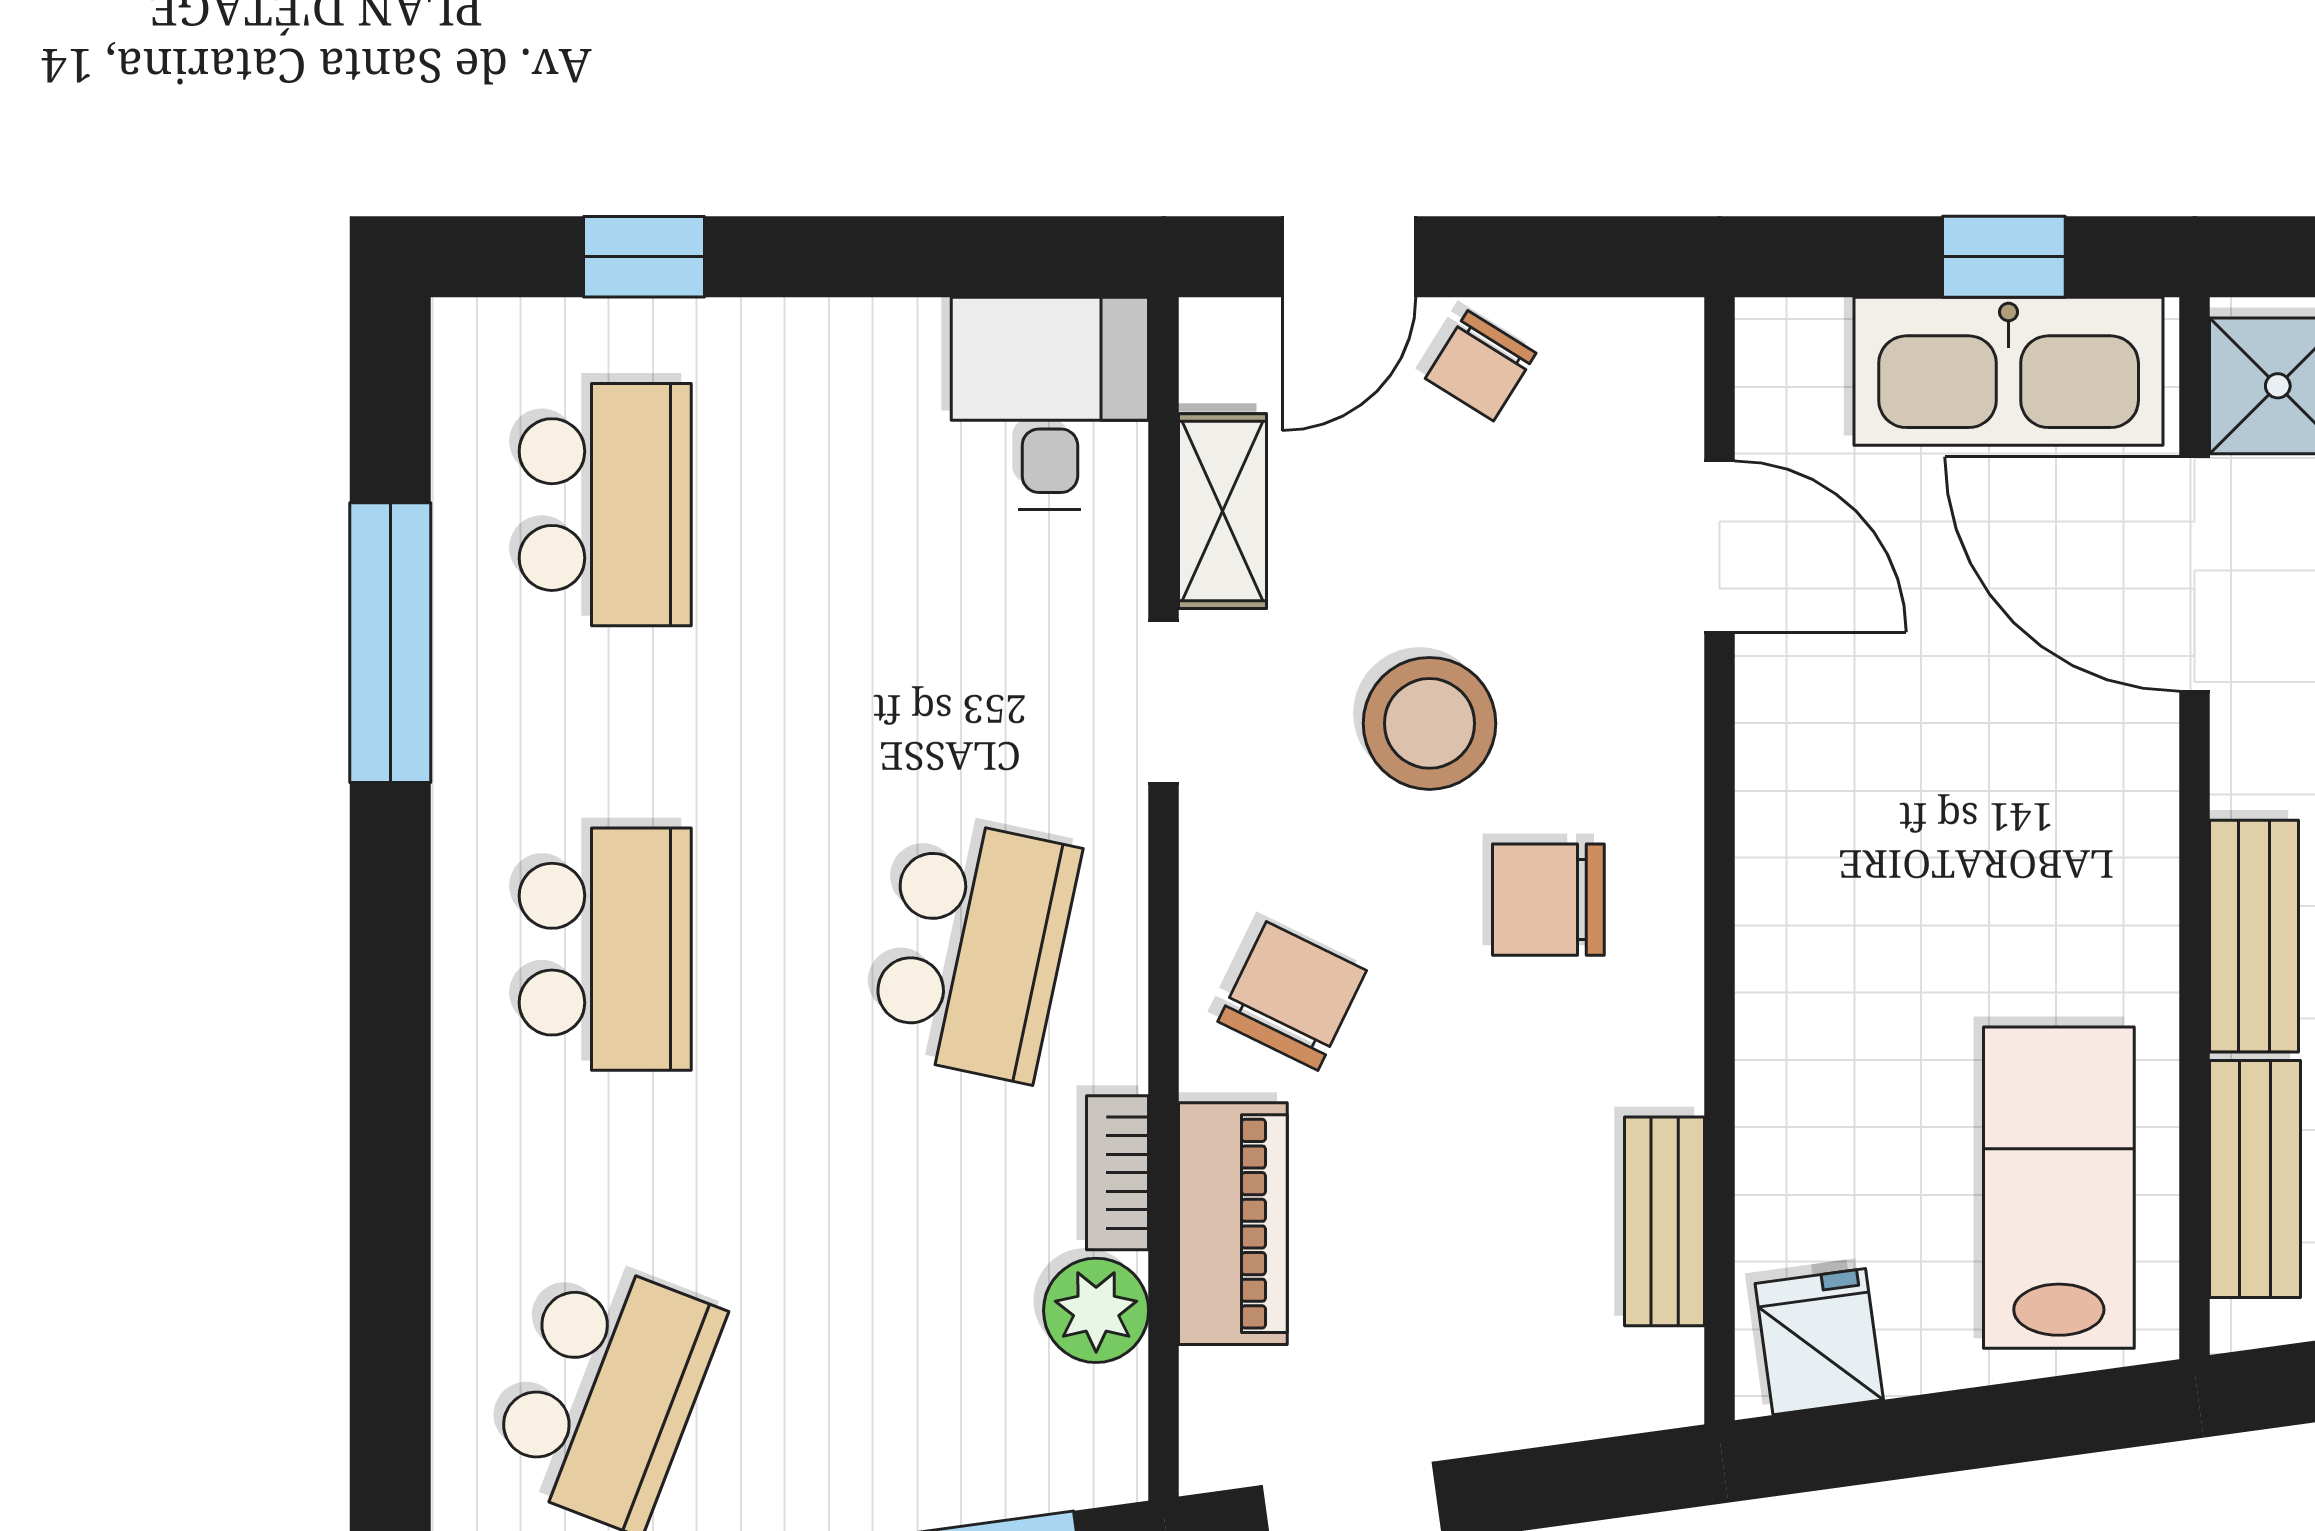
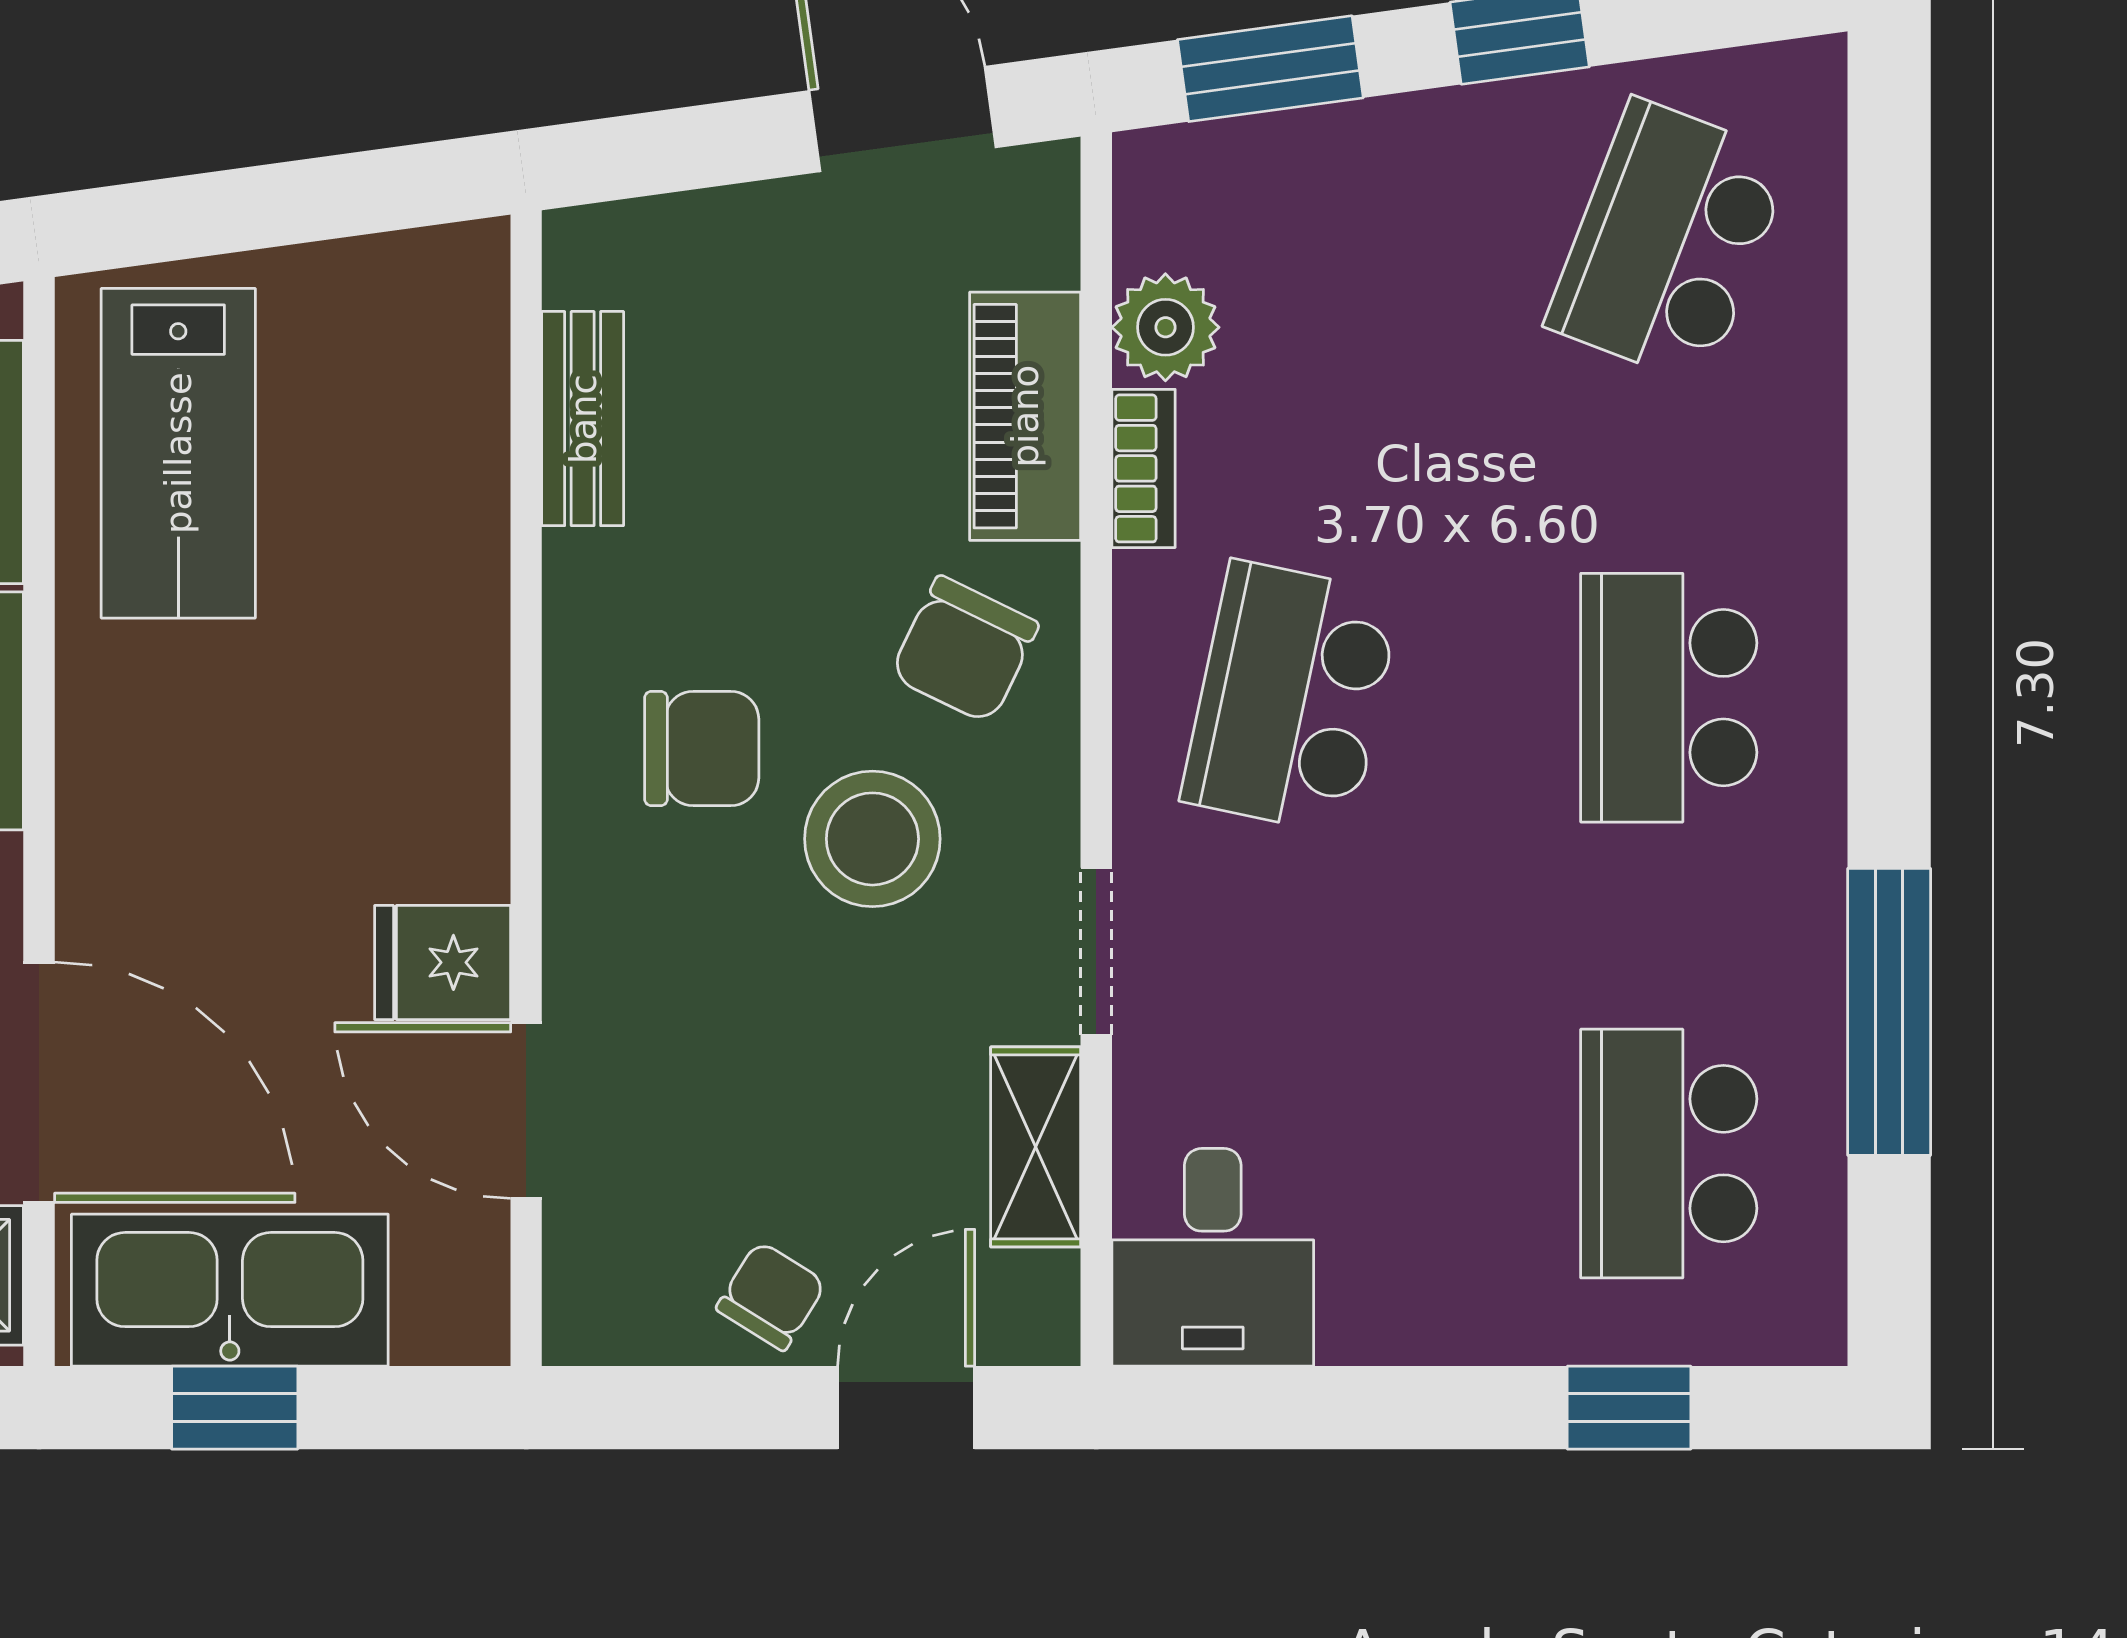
stool: (1429, 723) -> (872, 839), moved
fridge: (1819, 1342) -> (443, 962), moved, turned 98

